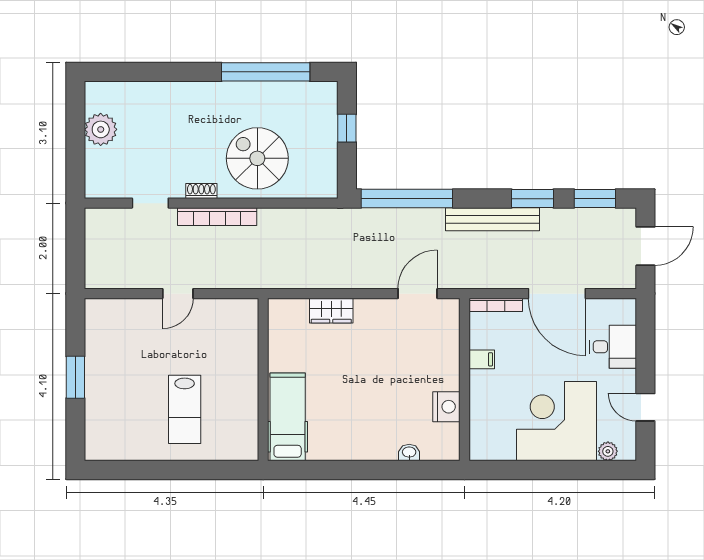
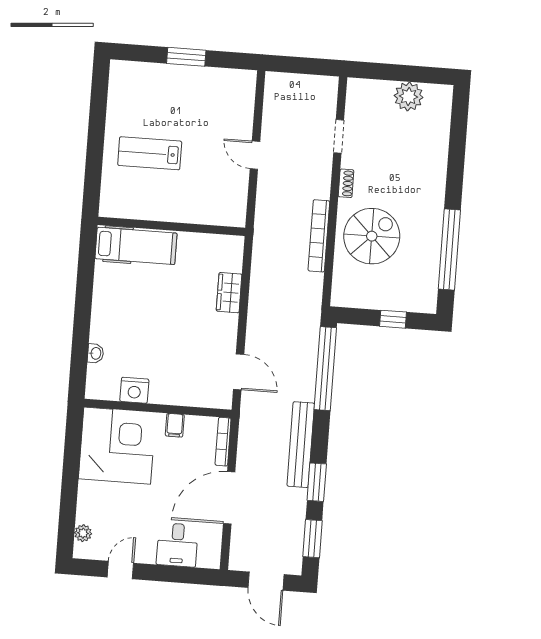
bookcase: (217, 217) -> (319, 236), moved
corner desk: (557, 421) -> (117, 446), moved

